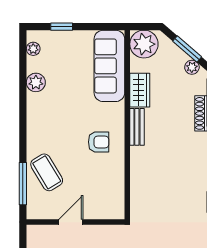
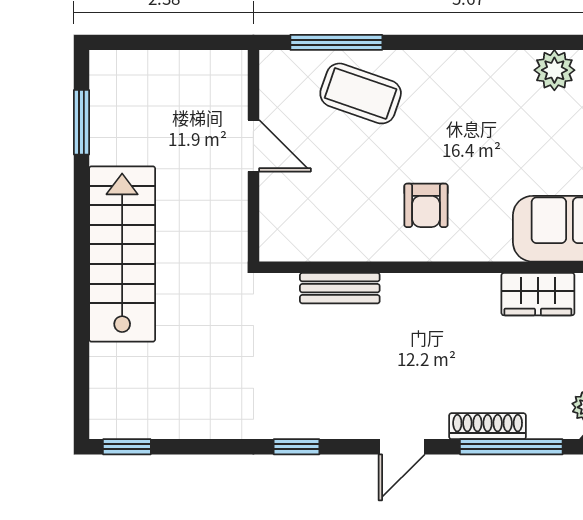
bench: (137, 127) -> (340, 288), moved
coffee table: (47, 172) -> (361, 93), turned 50

